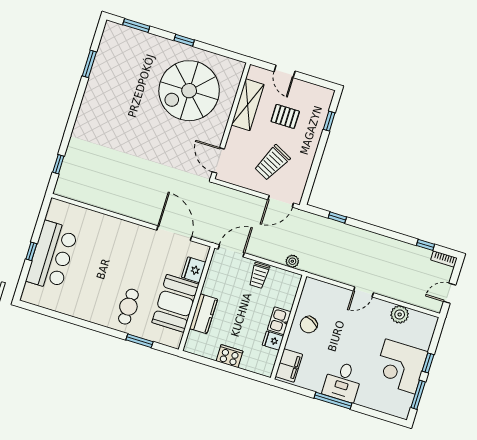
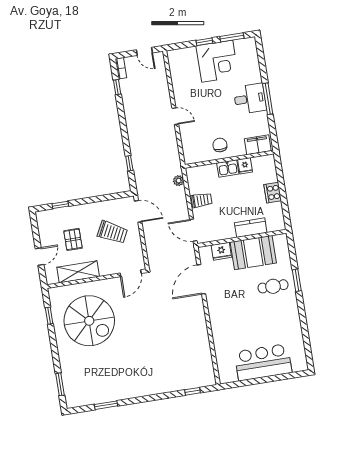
window: (184, 40) -> (49, 316), moved
window: (31, 251) -> (268, 379), removed
plant: (400, 314) -> (179, 81), removed
chair: (309, 325) -> (220, 145), turned -118
window: (139, 341) -> (297, 280), moved

